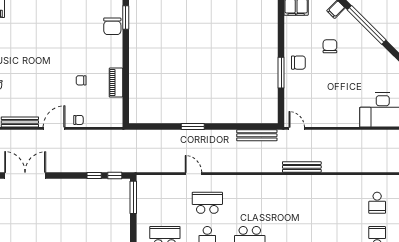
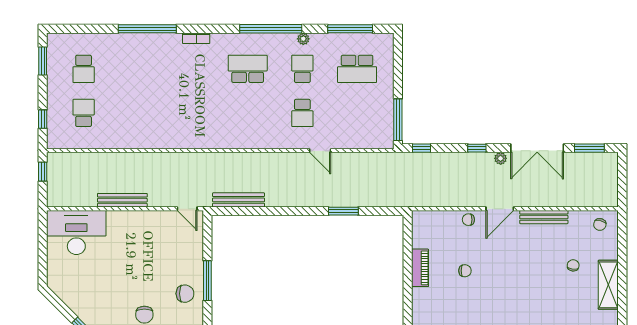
chair: (298, 63) -> (185, 294), turned 180
window: (193, 127) -> (343, 211), moved
bench: (302, 167) -> (122, 200), moved
plant: (53, 168) -> (501, 158), added
window: (94, 175) -> (477, 148), moved
school desk: (207, 203) -> (302, 113), width x0.54

